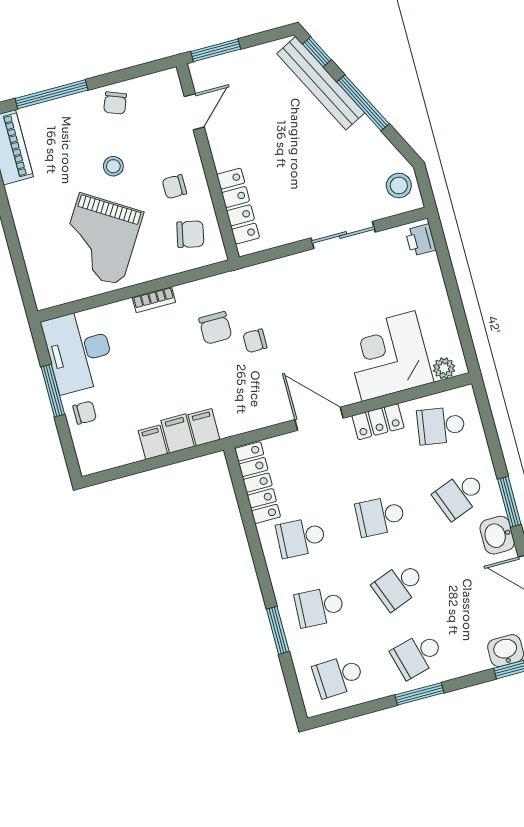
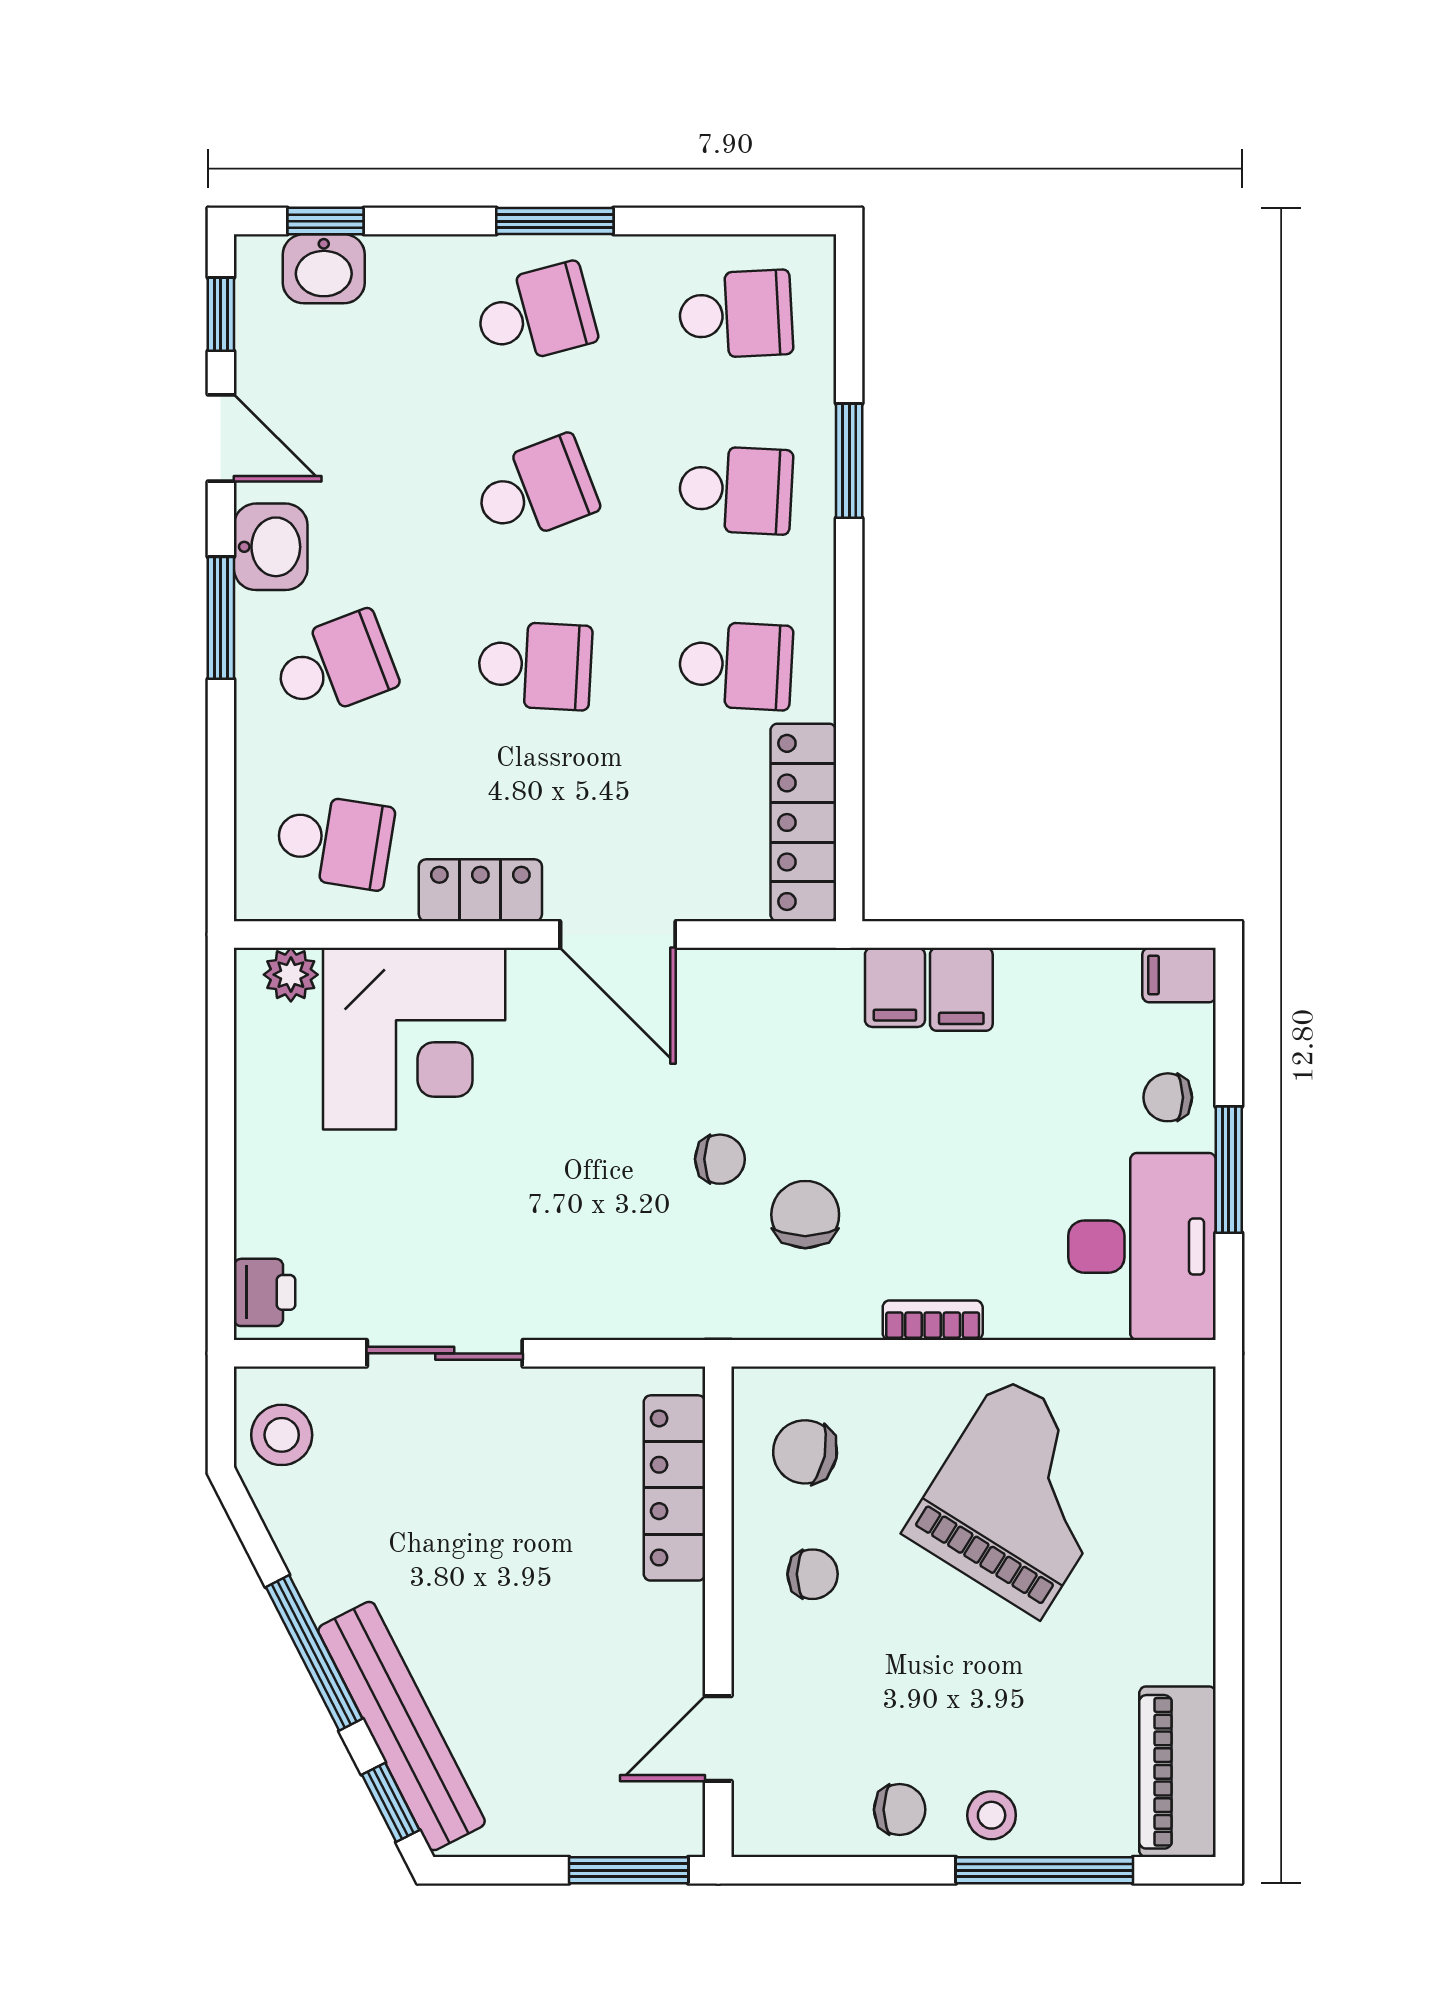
chair: (115, 103) -> (900, 1810), turned 69
stool: (113, 166) -> (992, 1815), moved
filing cabinet: (153, 442) -> (1179, 975), moved, turned 90

